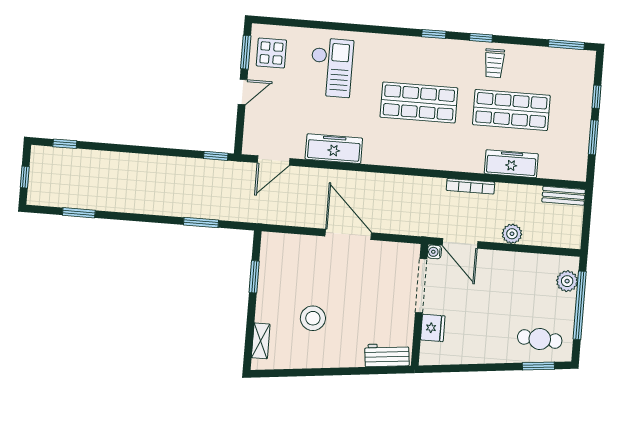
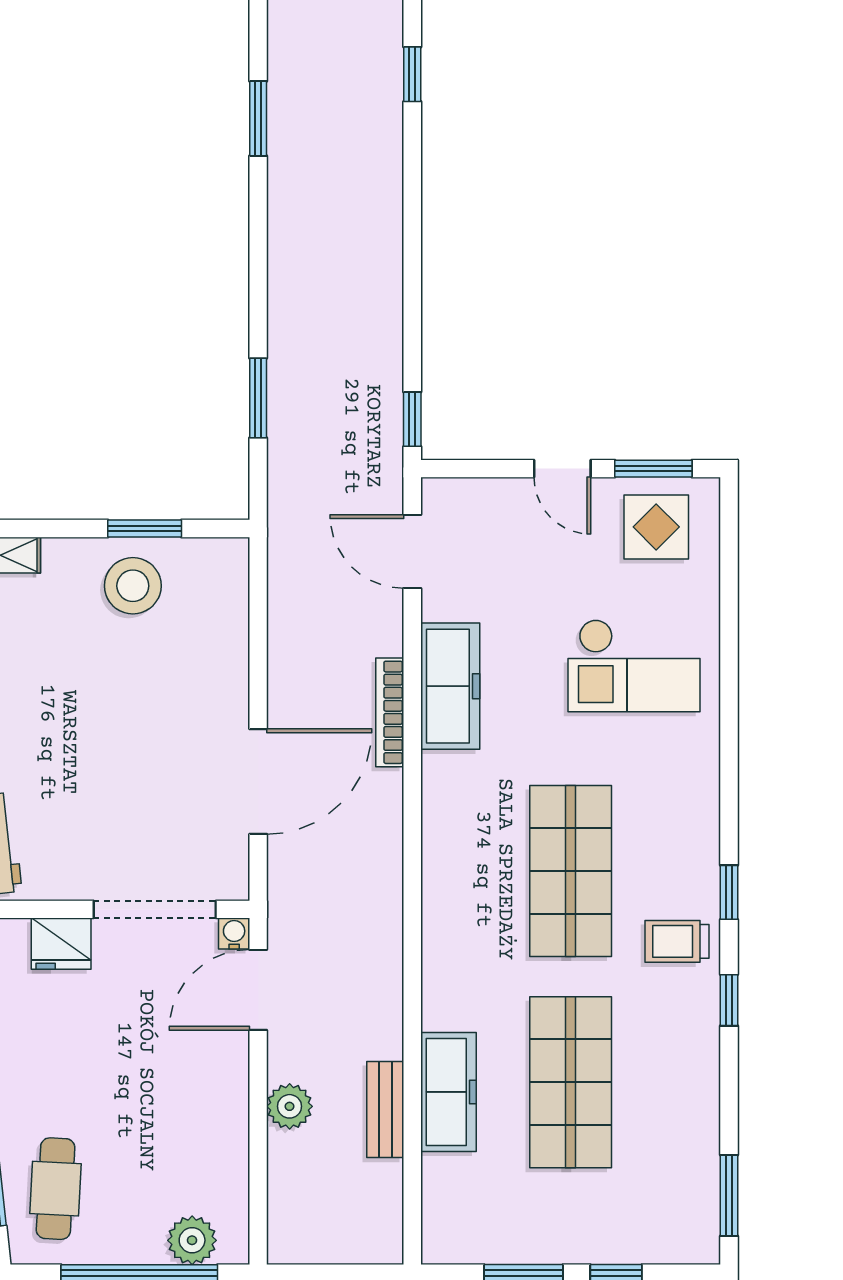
trolley: (494, 63) -> (677, 941), moved
bookcase: (470, 186) -> (390, 712), moved
bench: (564, 196) -> (385, 1110), moved
door: (348, 234) -> (258, 781), moved
stool: (313, 318) -> (133, 586), moved

